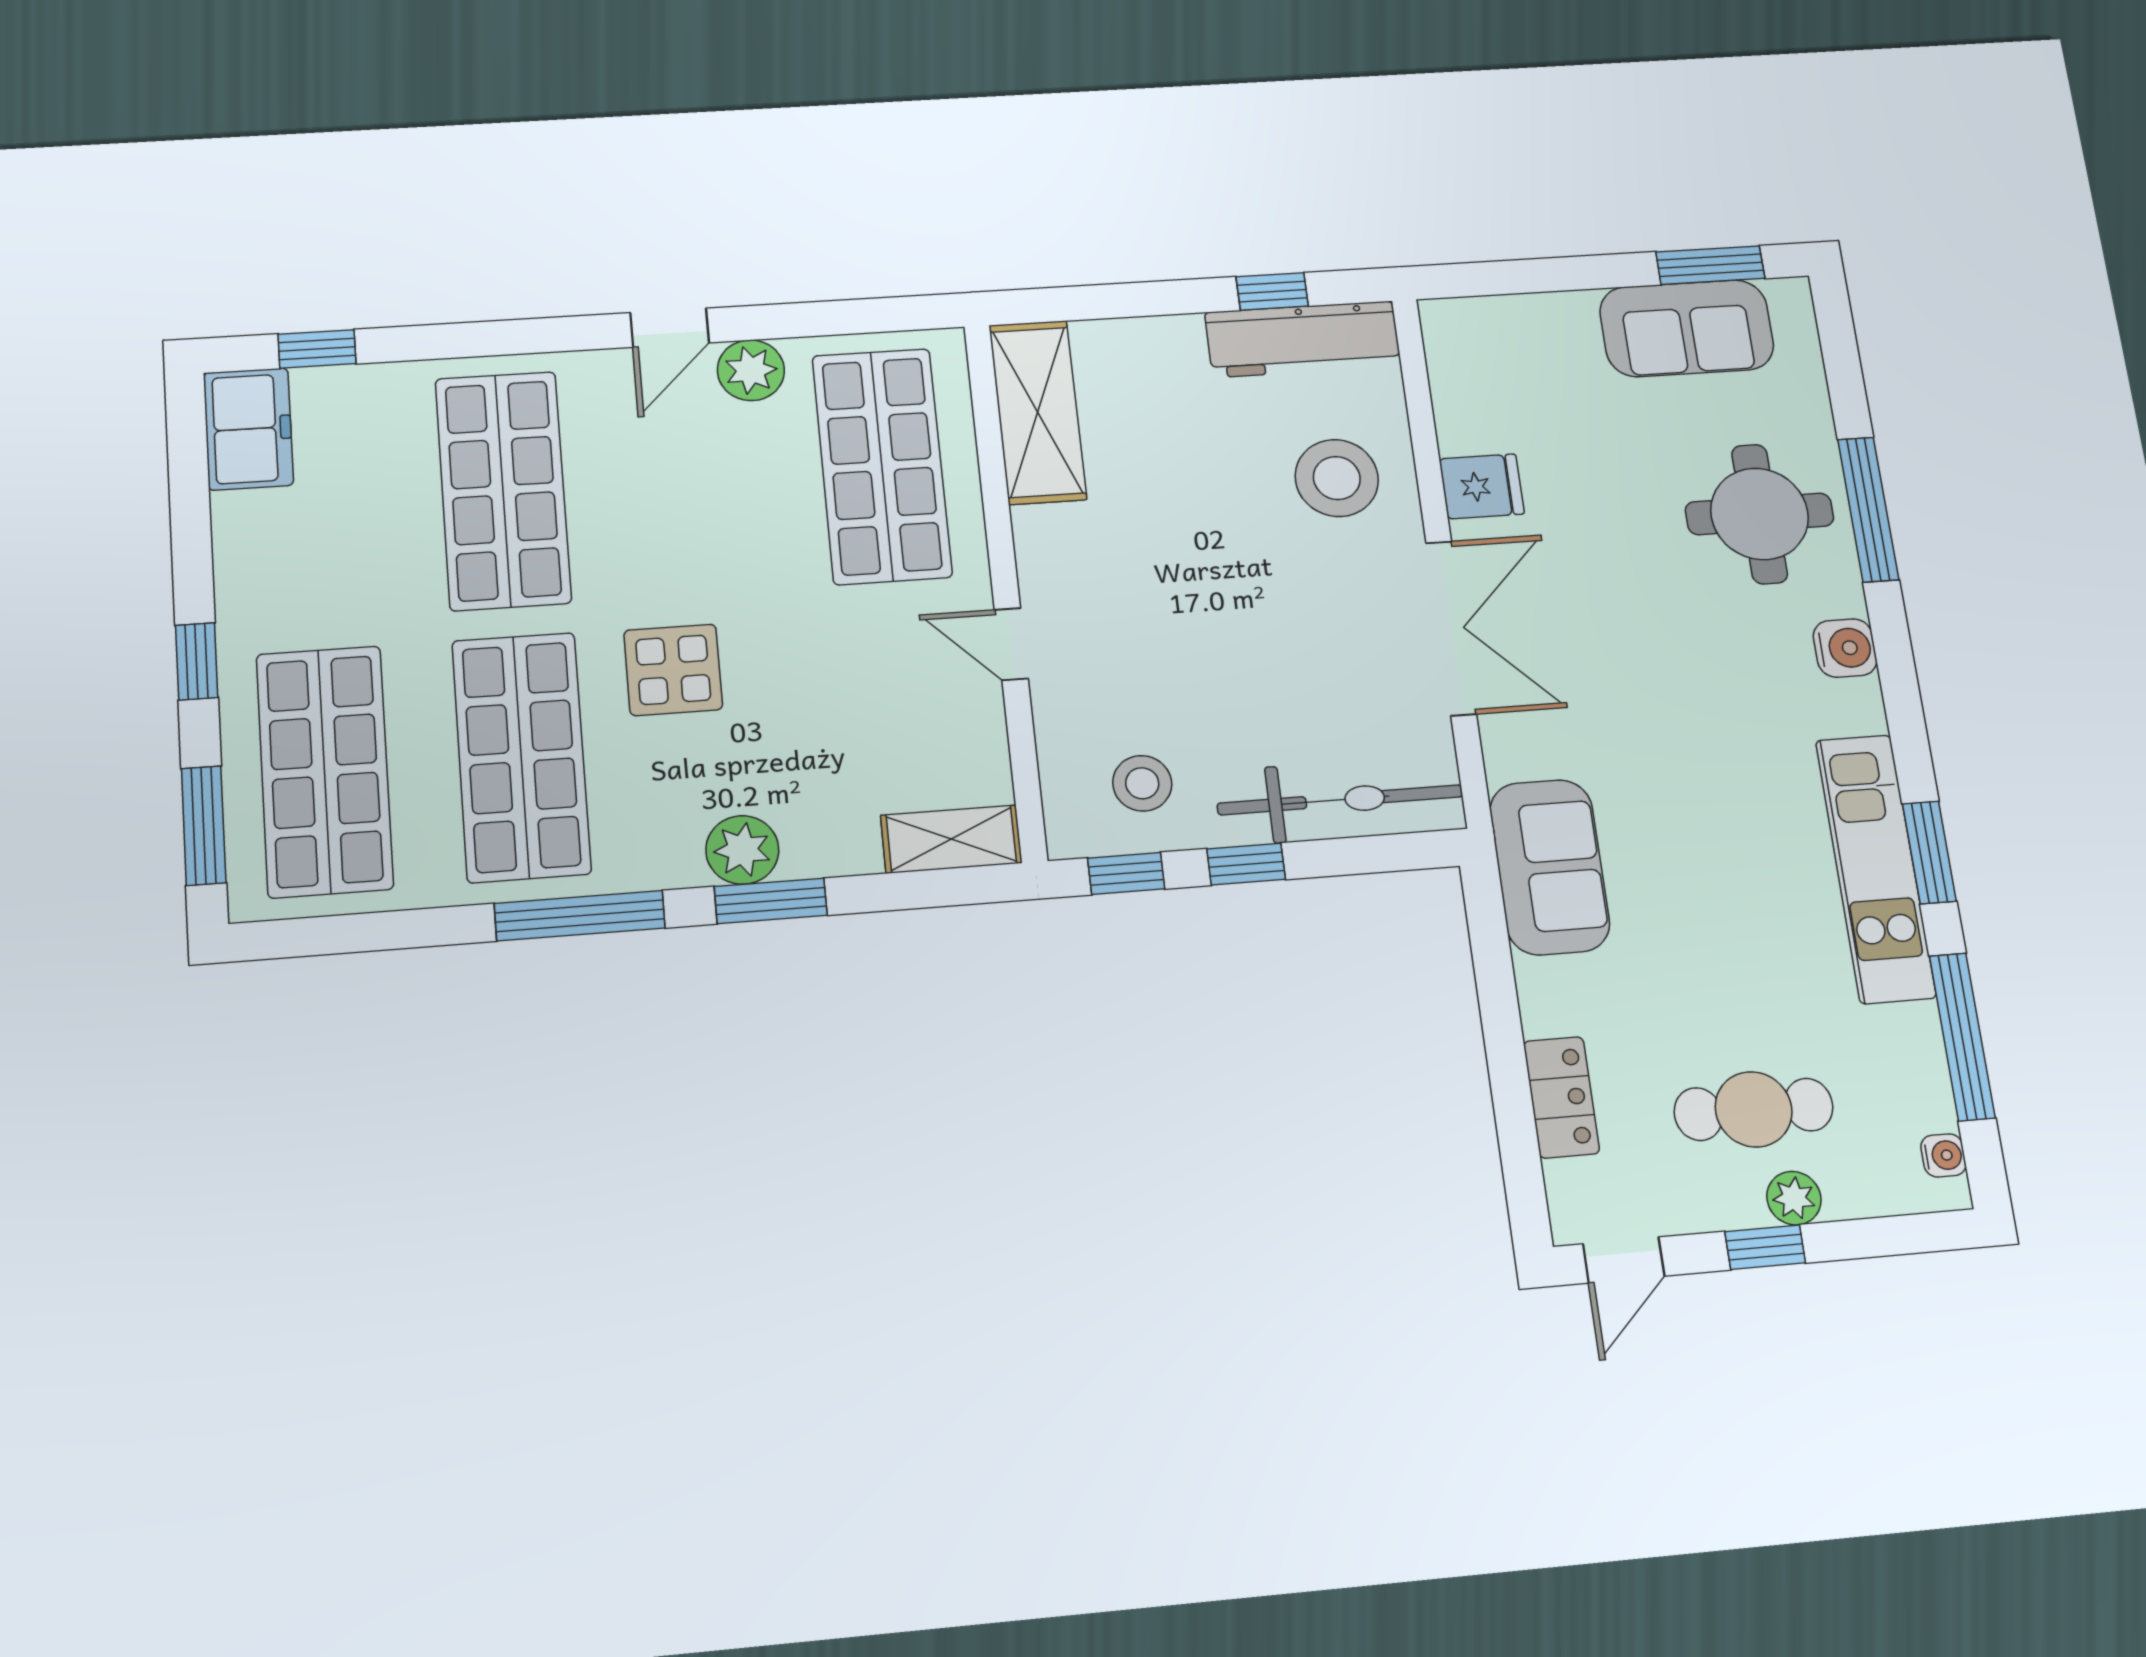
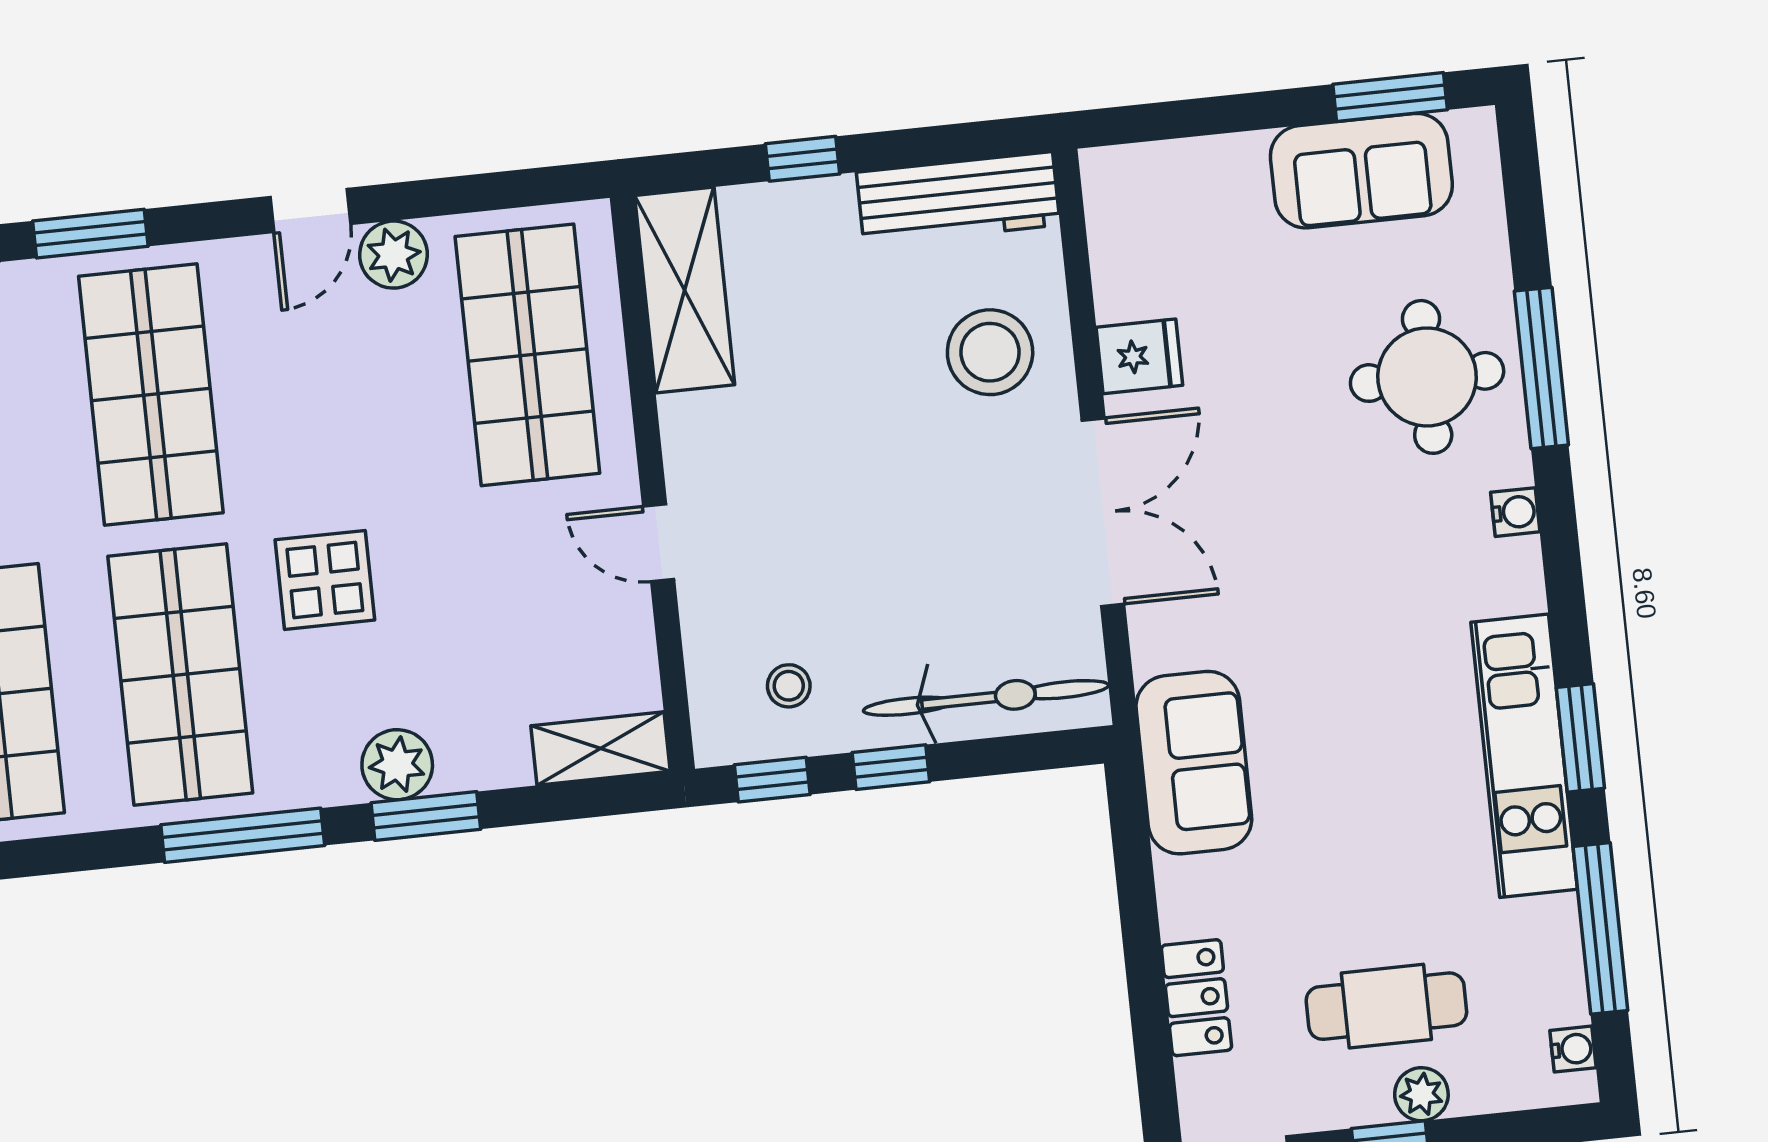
window: (1272, 291) -> (802, 159), moved
window: (449, 341) -> (90, 234), added
water cooler: (1845, 648) -> (1515, 512), width x0.72, depth x0.72
stool: (1142, 783) -> (789, 686), width x0.73, depth x0.73

